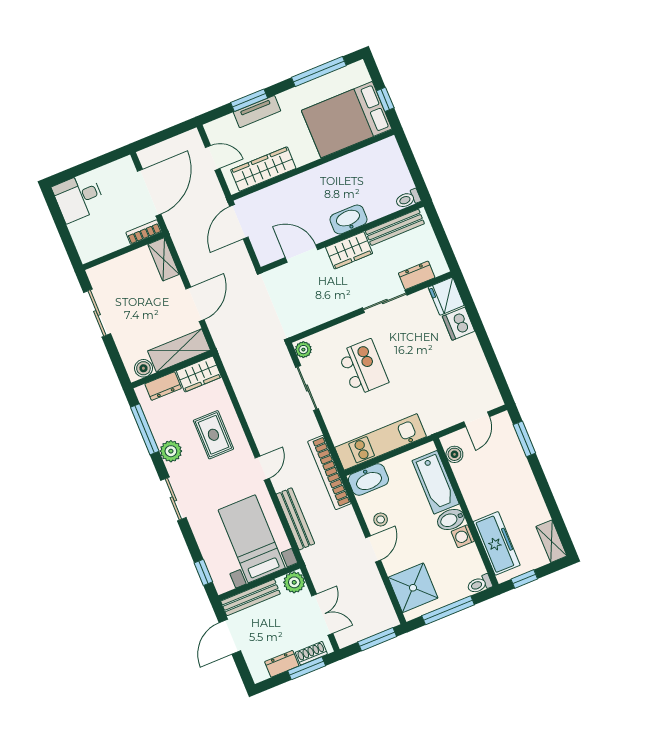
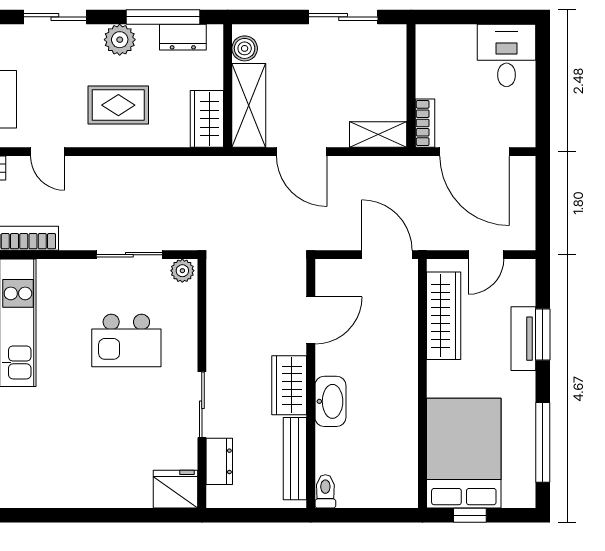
dishwasher: (458, 324) -> (132, 491), removed
dresser: (163, 386) -> (183, 37), moved, turned -90

